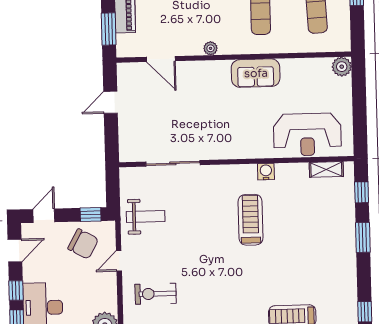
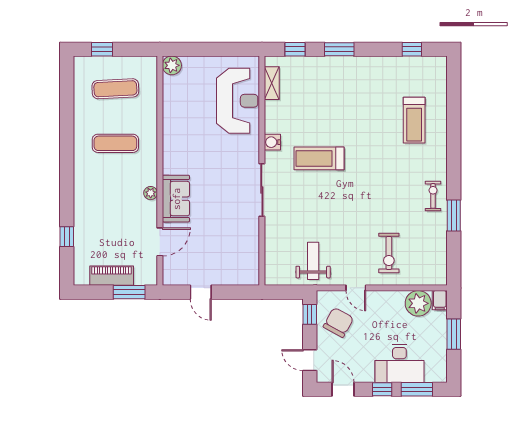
sofa: (256, 73) -> (176, 199), moved
sliding door: (173, 163) -> (262, 190), moved

